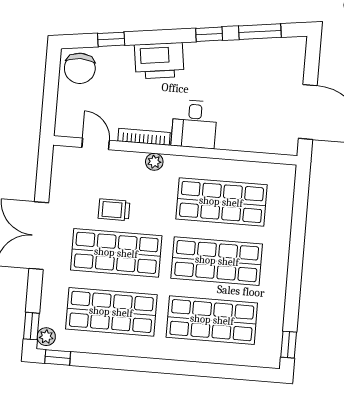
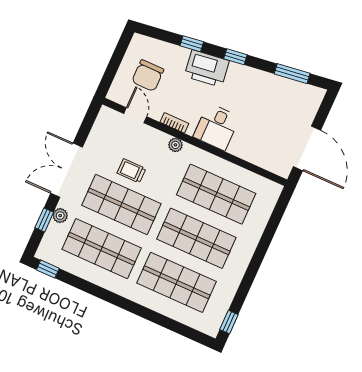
window: (209, 34) -> (235, 57), moved
window: (111, 39) -> (192, 44), moved
chair: (80, 68) -> (148, 76), moved
bookcase: (144, 137) -> (174, 123), width x0.64
window: (31, 326) -> (44, 220), moved
plant: (46, 337) -> (60, 216), moved

